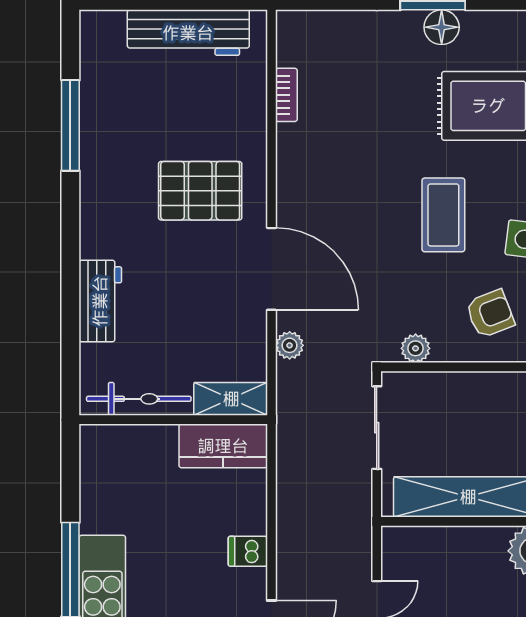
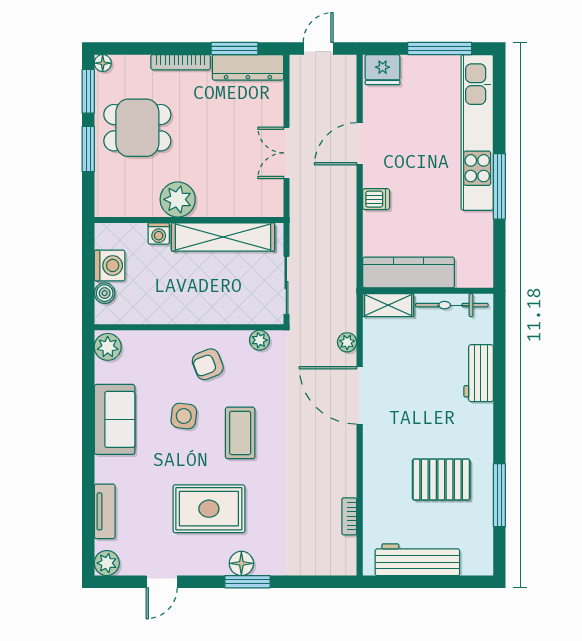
pallet: (200, 191) -> (441, 479), moved
kitchen counter: (223, 446) -> (409, 272), width x1.50

